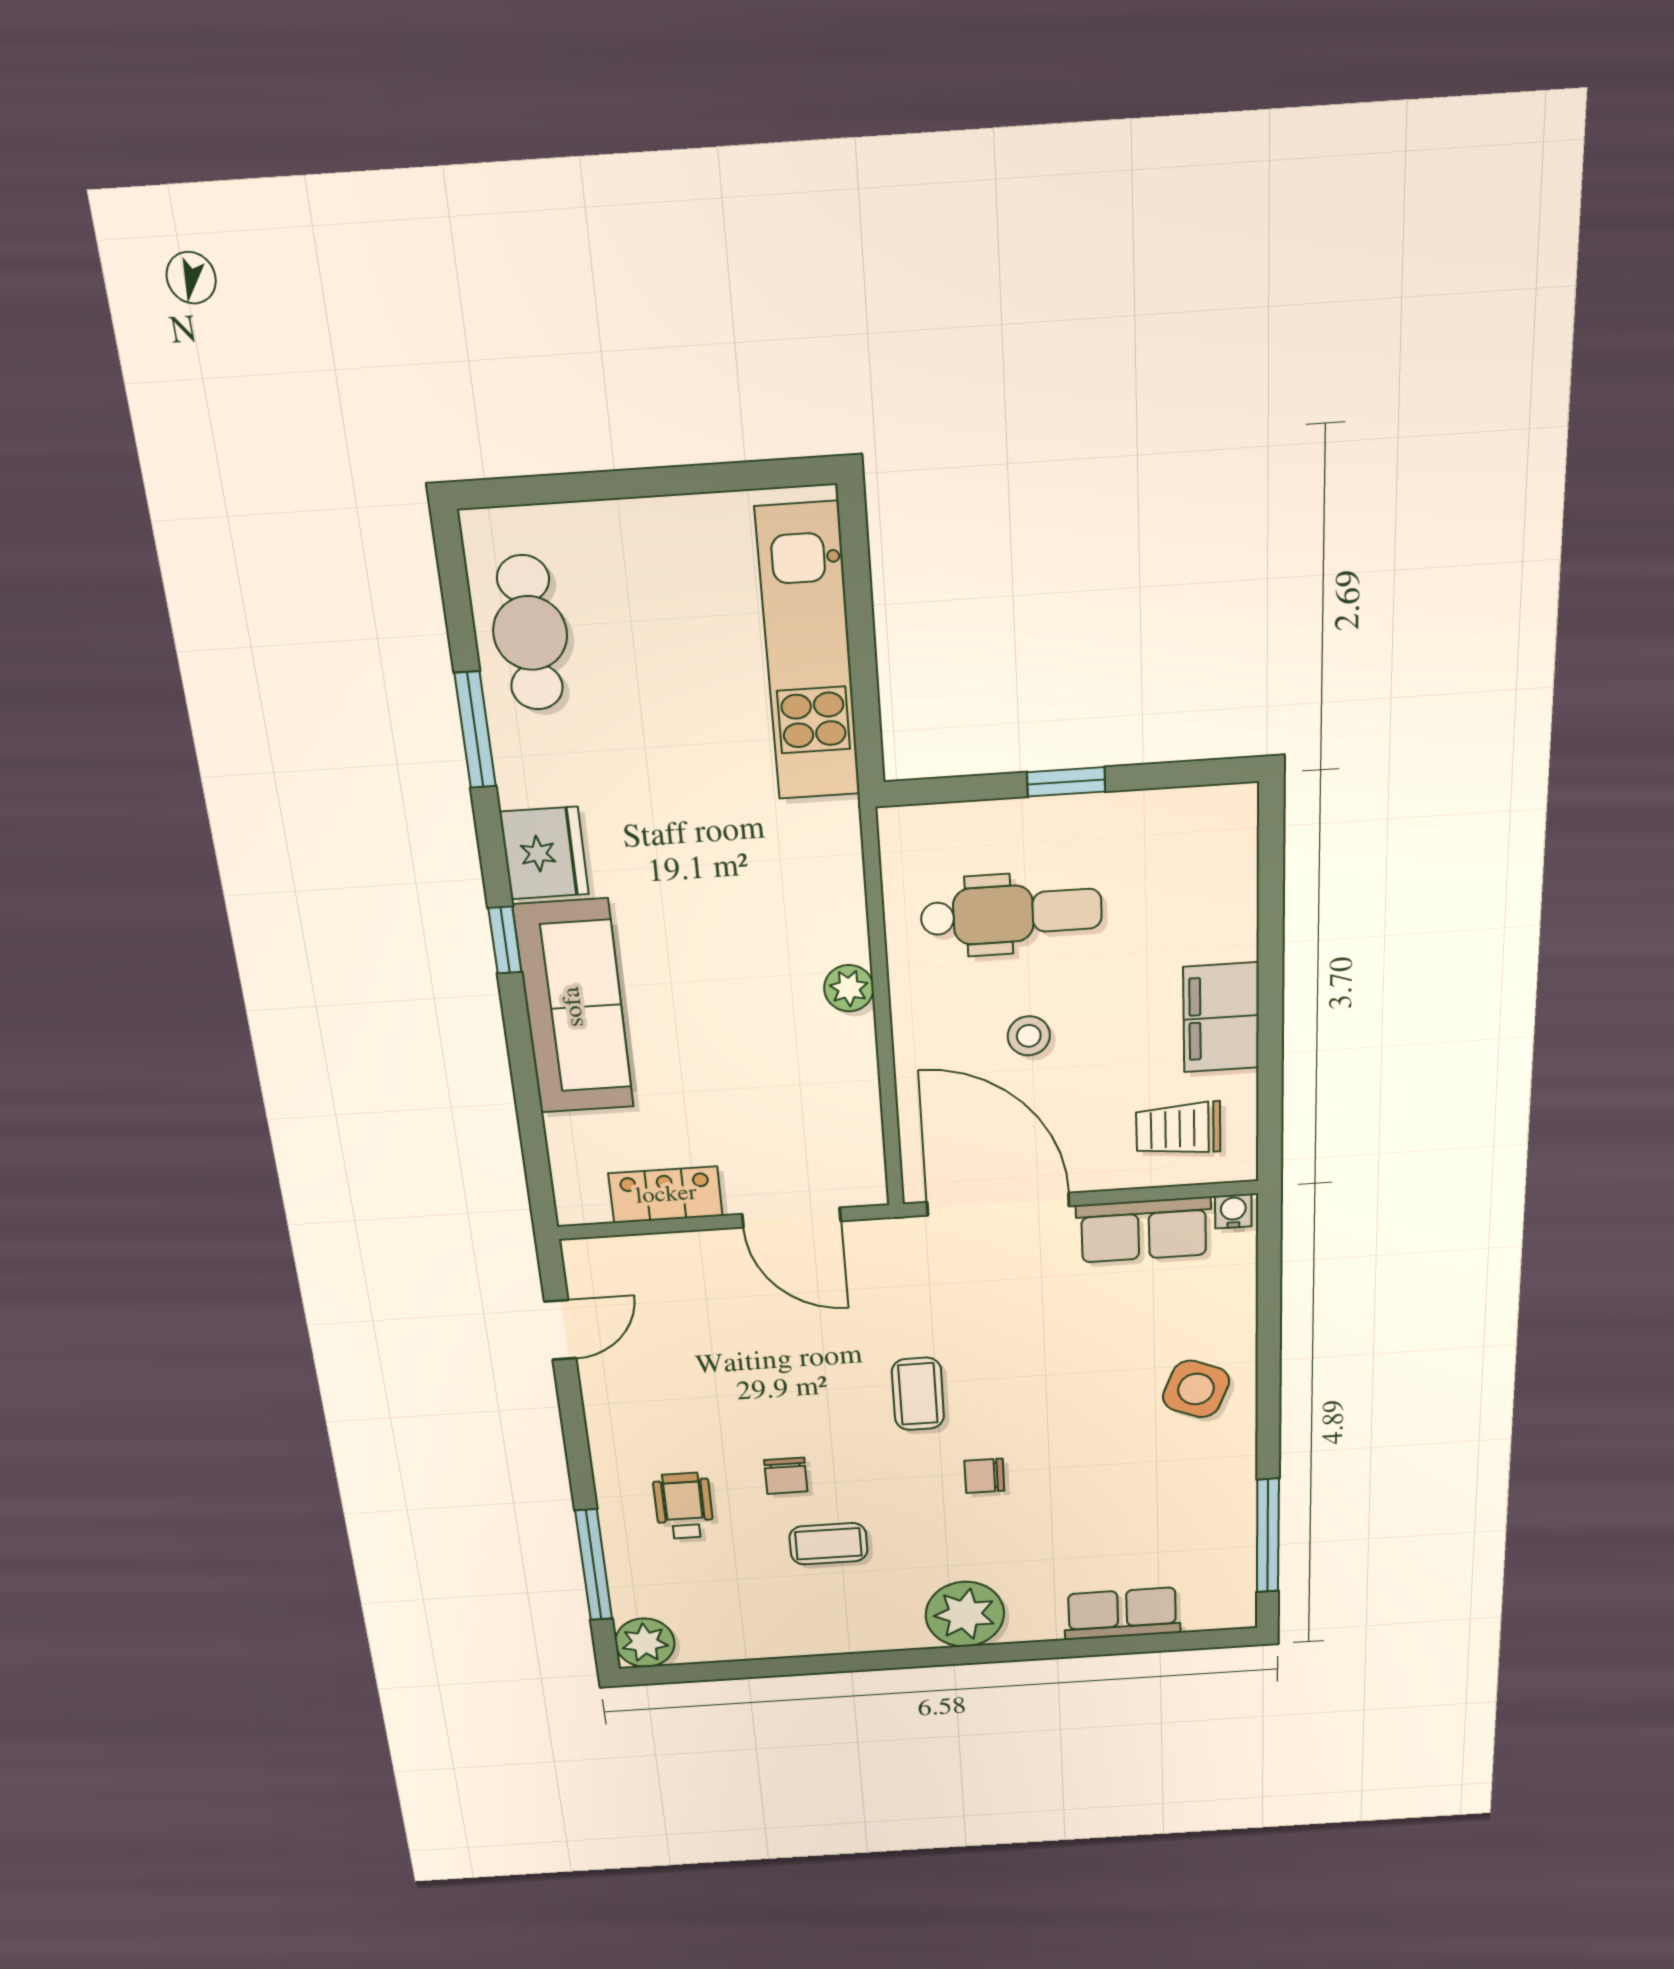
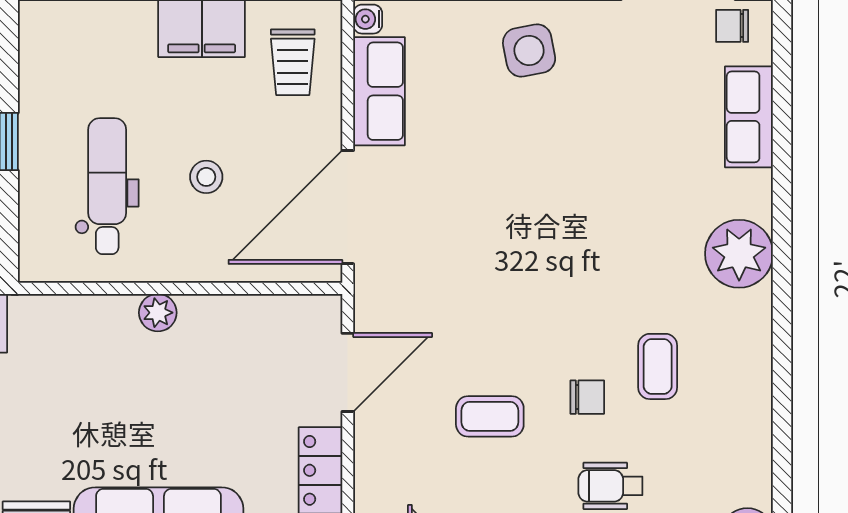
side table: (1196, 1389) -> (529, 50), turned -33
coffee table: (918, 1394) -> (490, 416), moved
chair: (984, 1476) -> (732, 26), moved, turned 90

